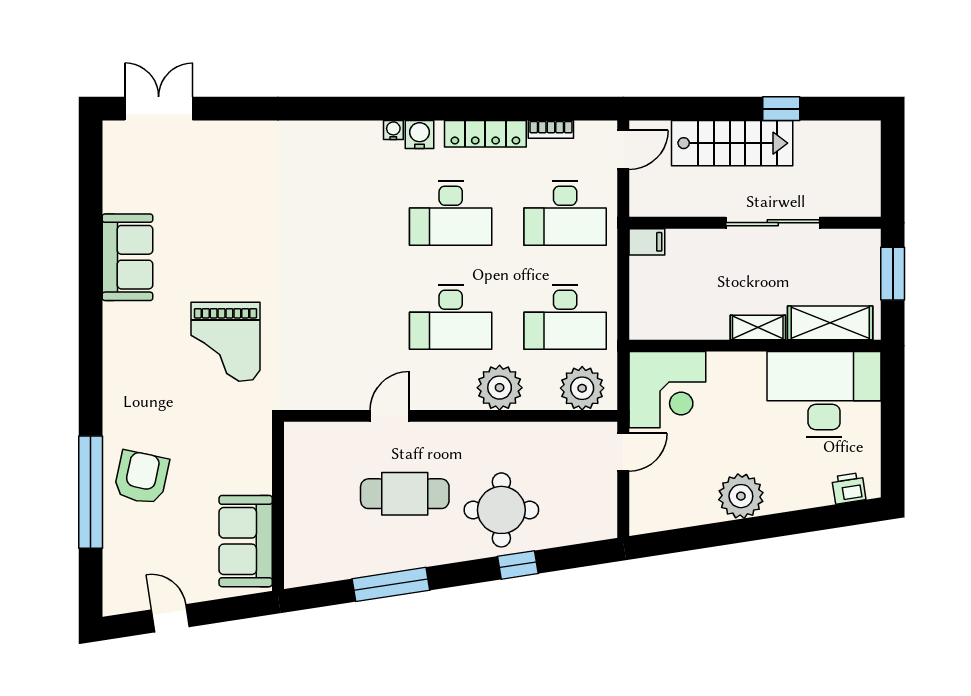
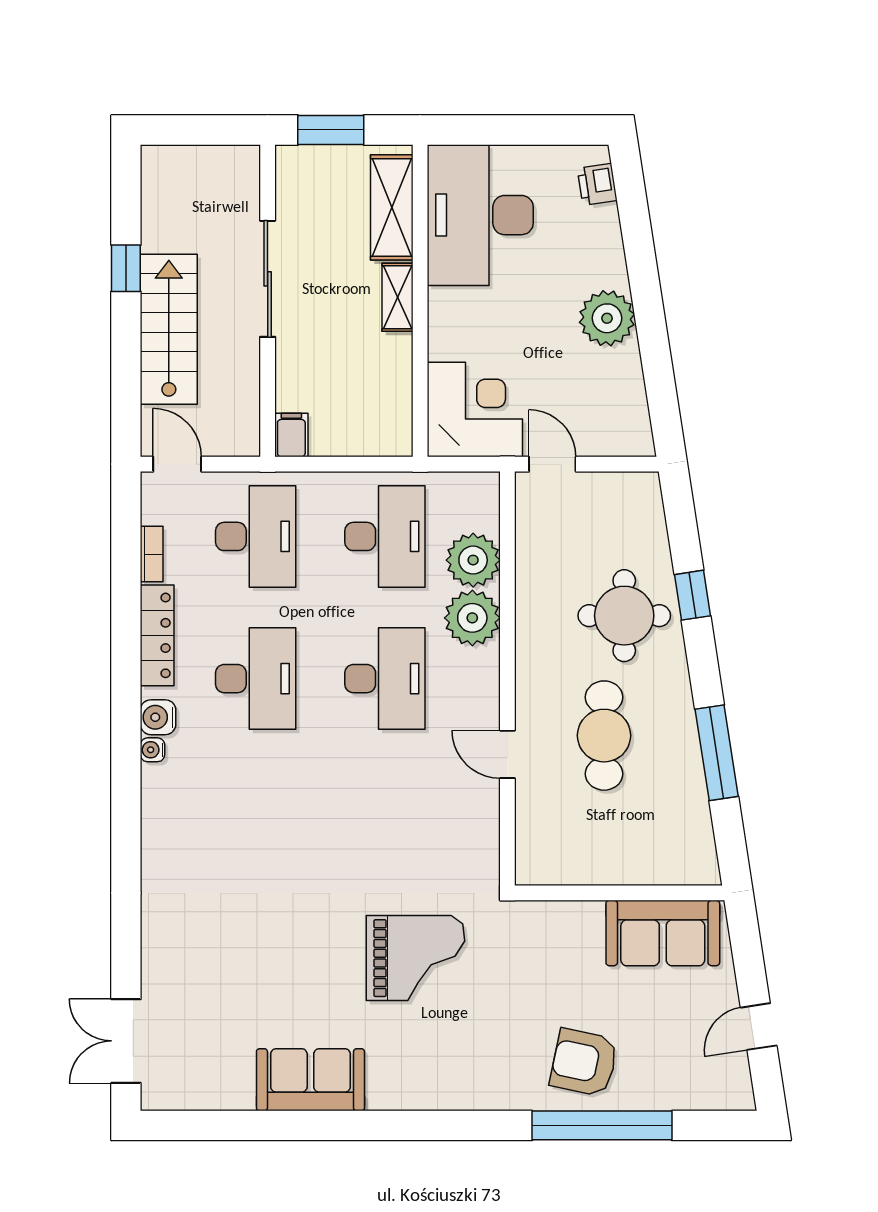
plant: (582, 388) -> (473, 560), moved

